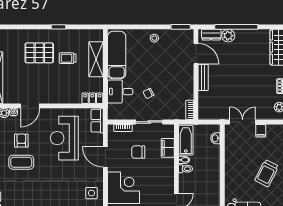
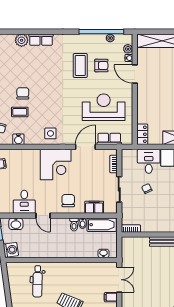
row of seats: (97, 121) -> (109, 139), moved
chair: (138, 152) -> (68, 201), moved

